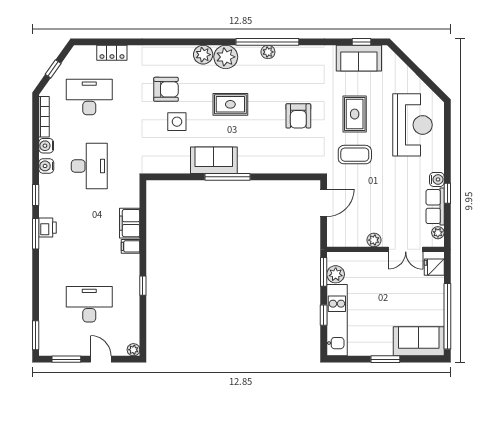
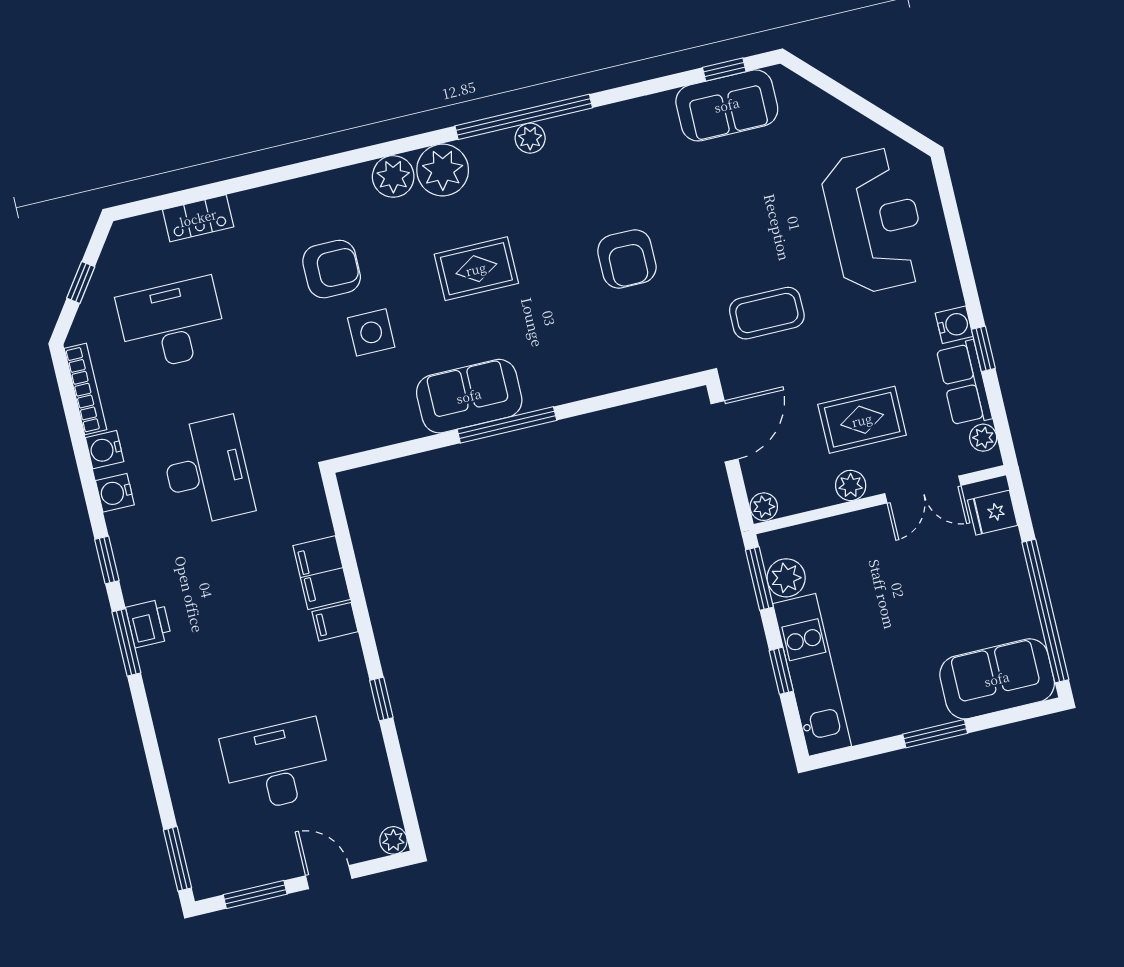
rug: (355, 114) -> (862, 420), moved, turned 90
plant: (333, 240) -> (764, 507), added

